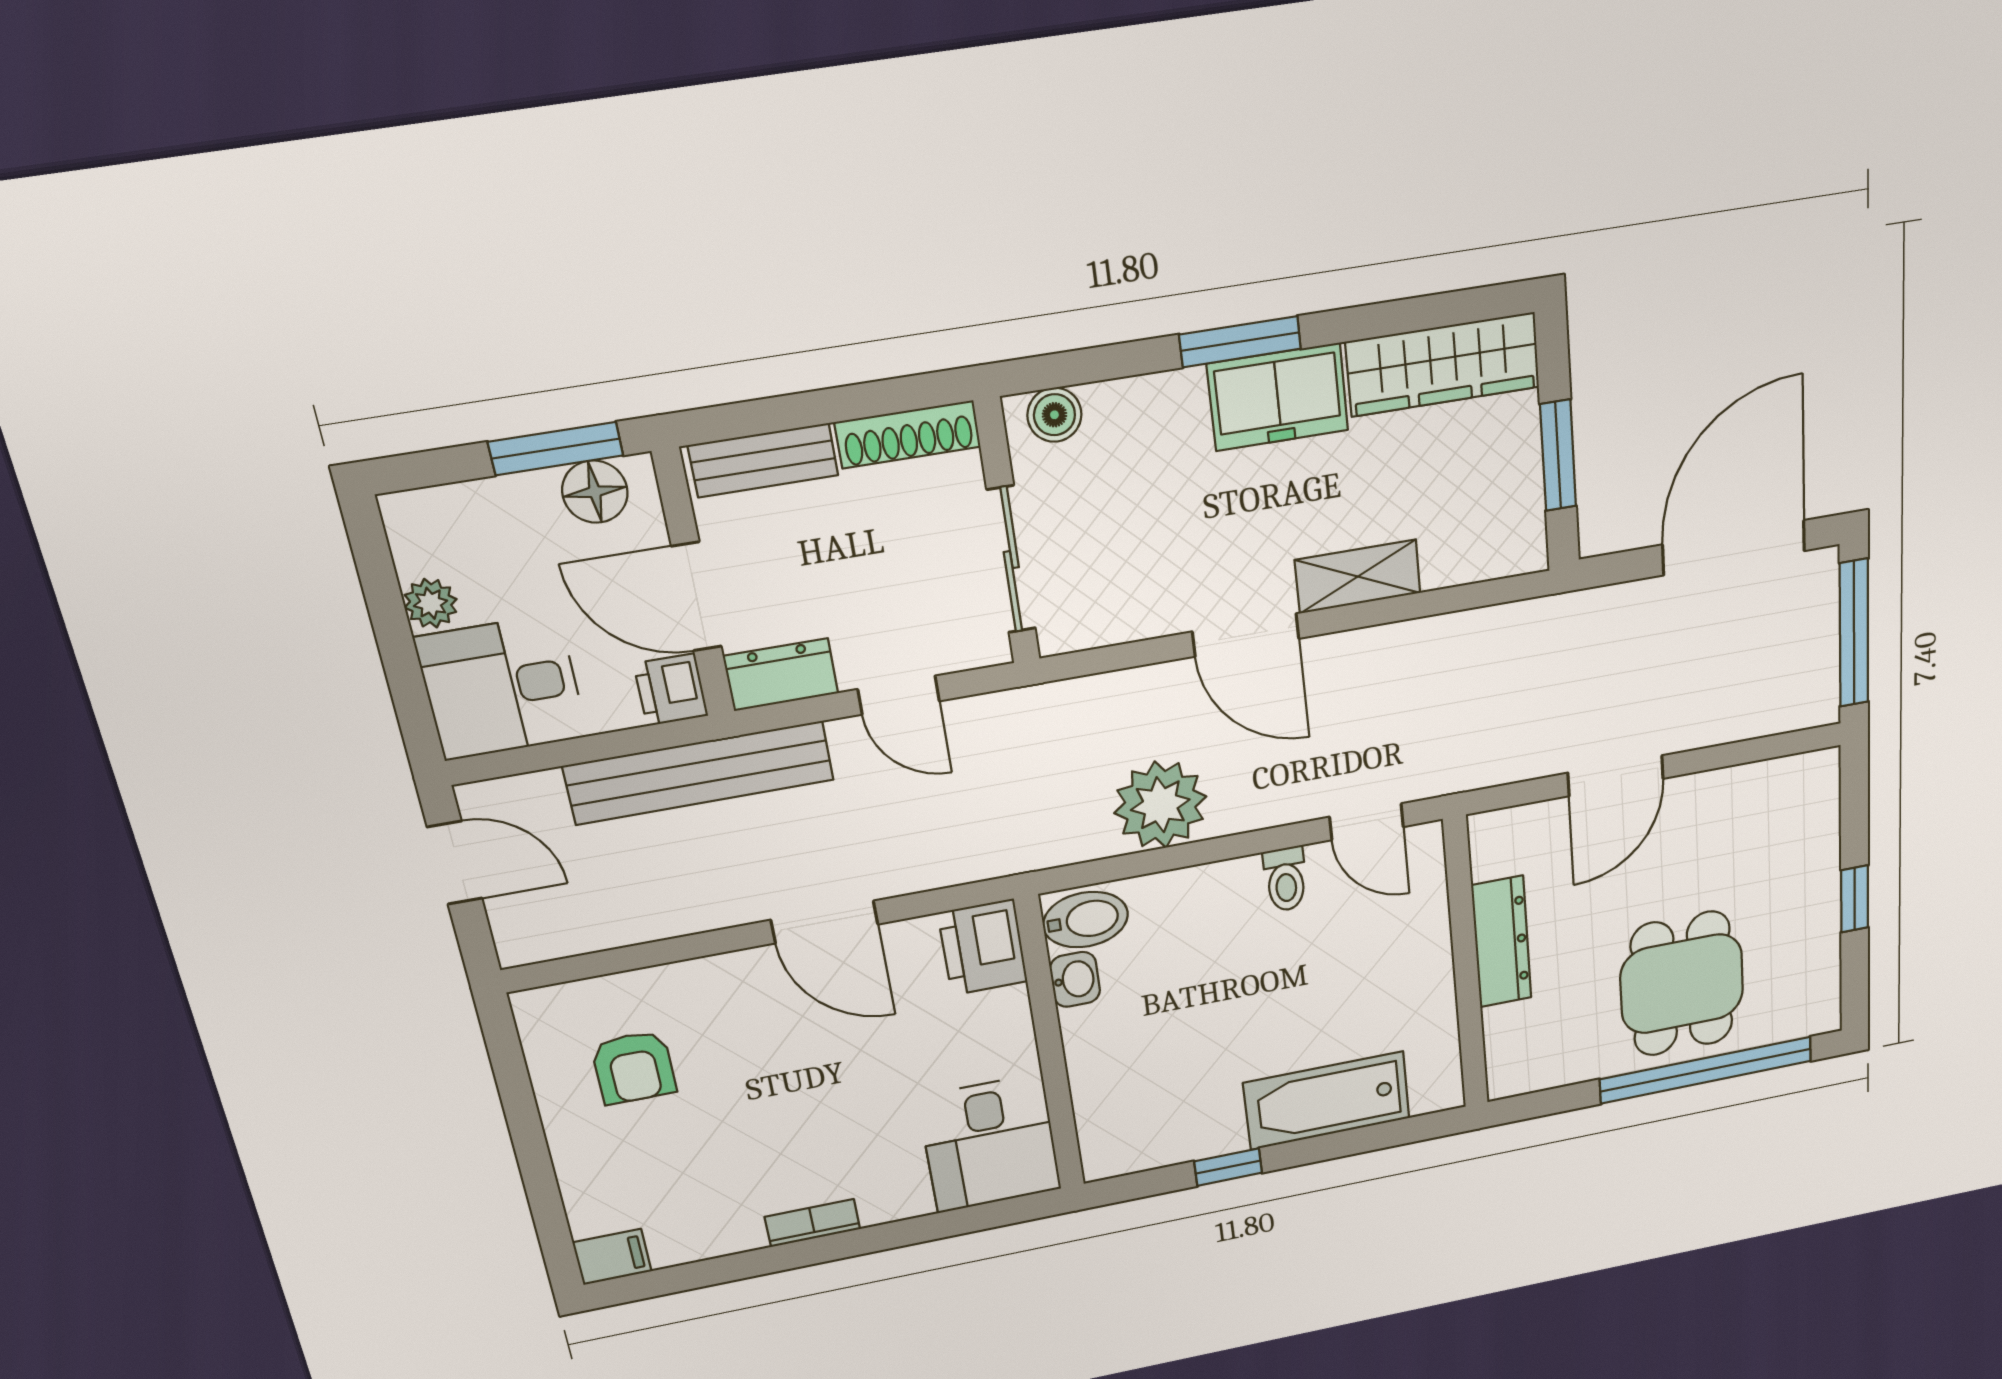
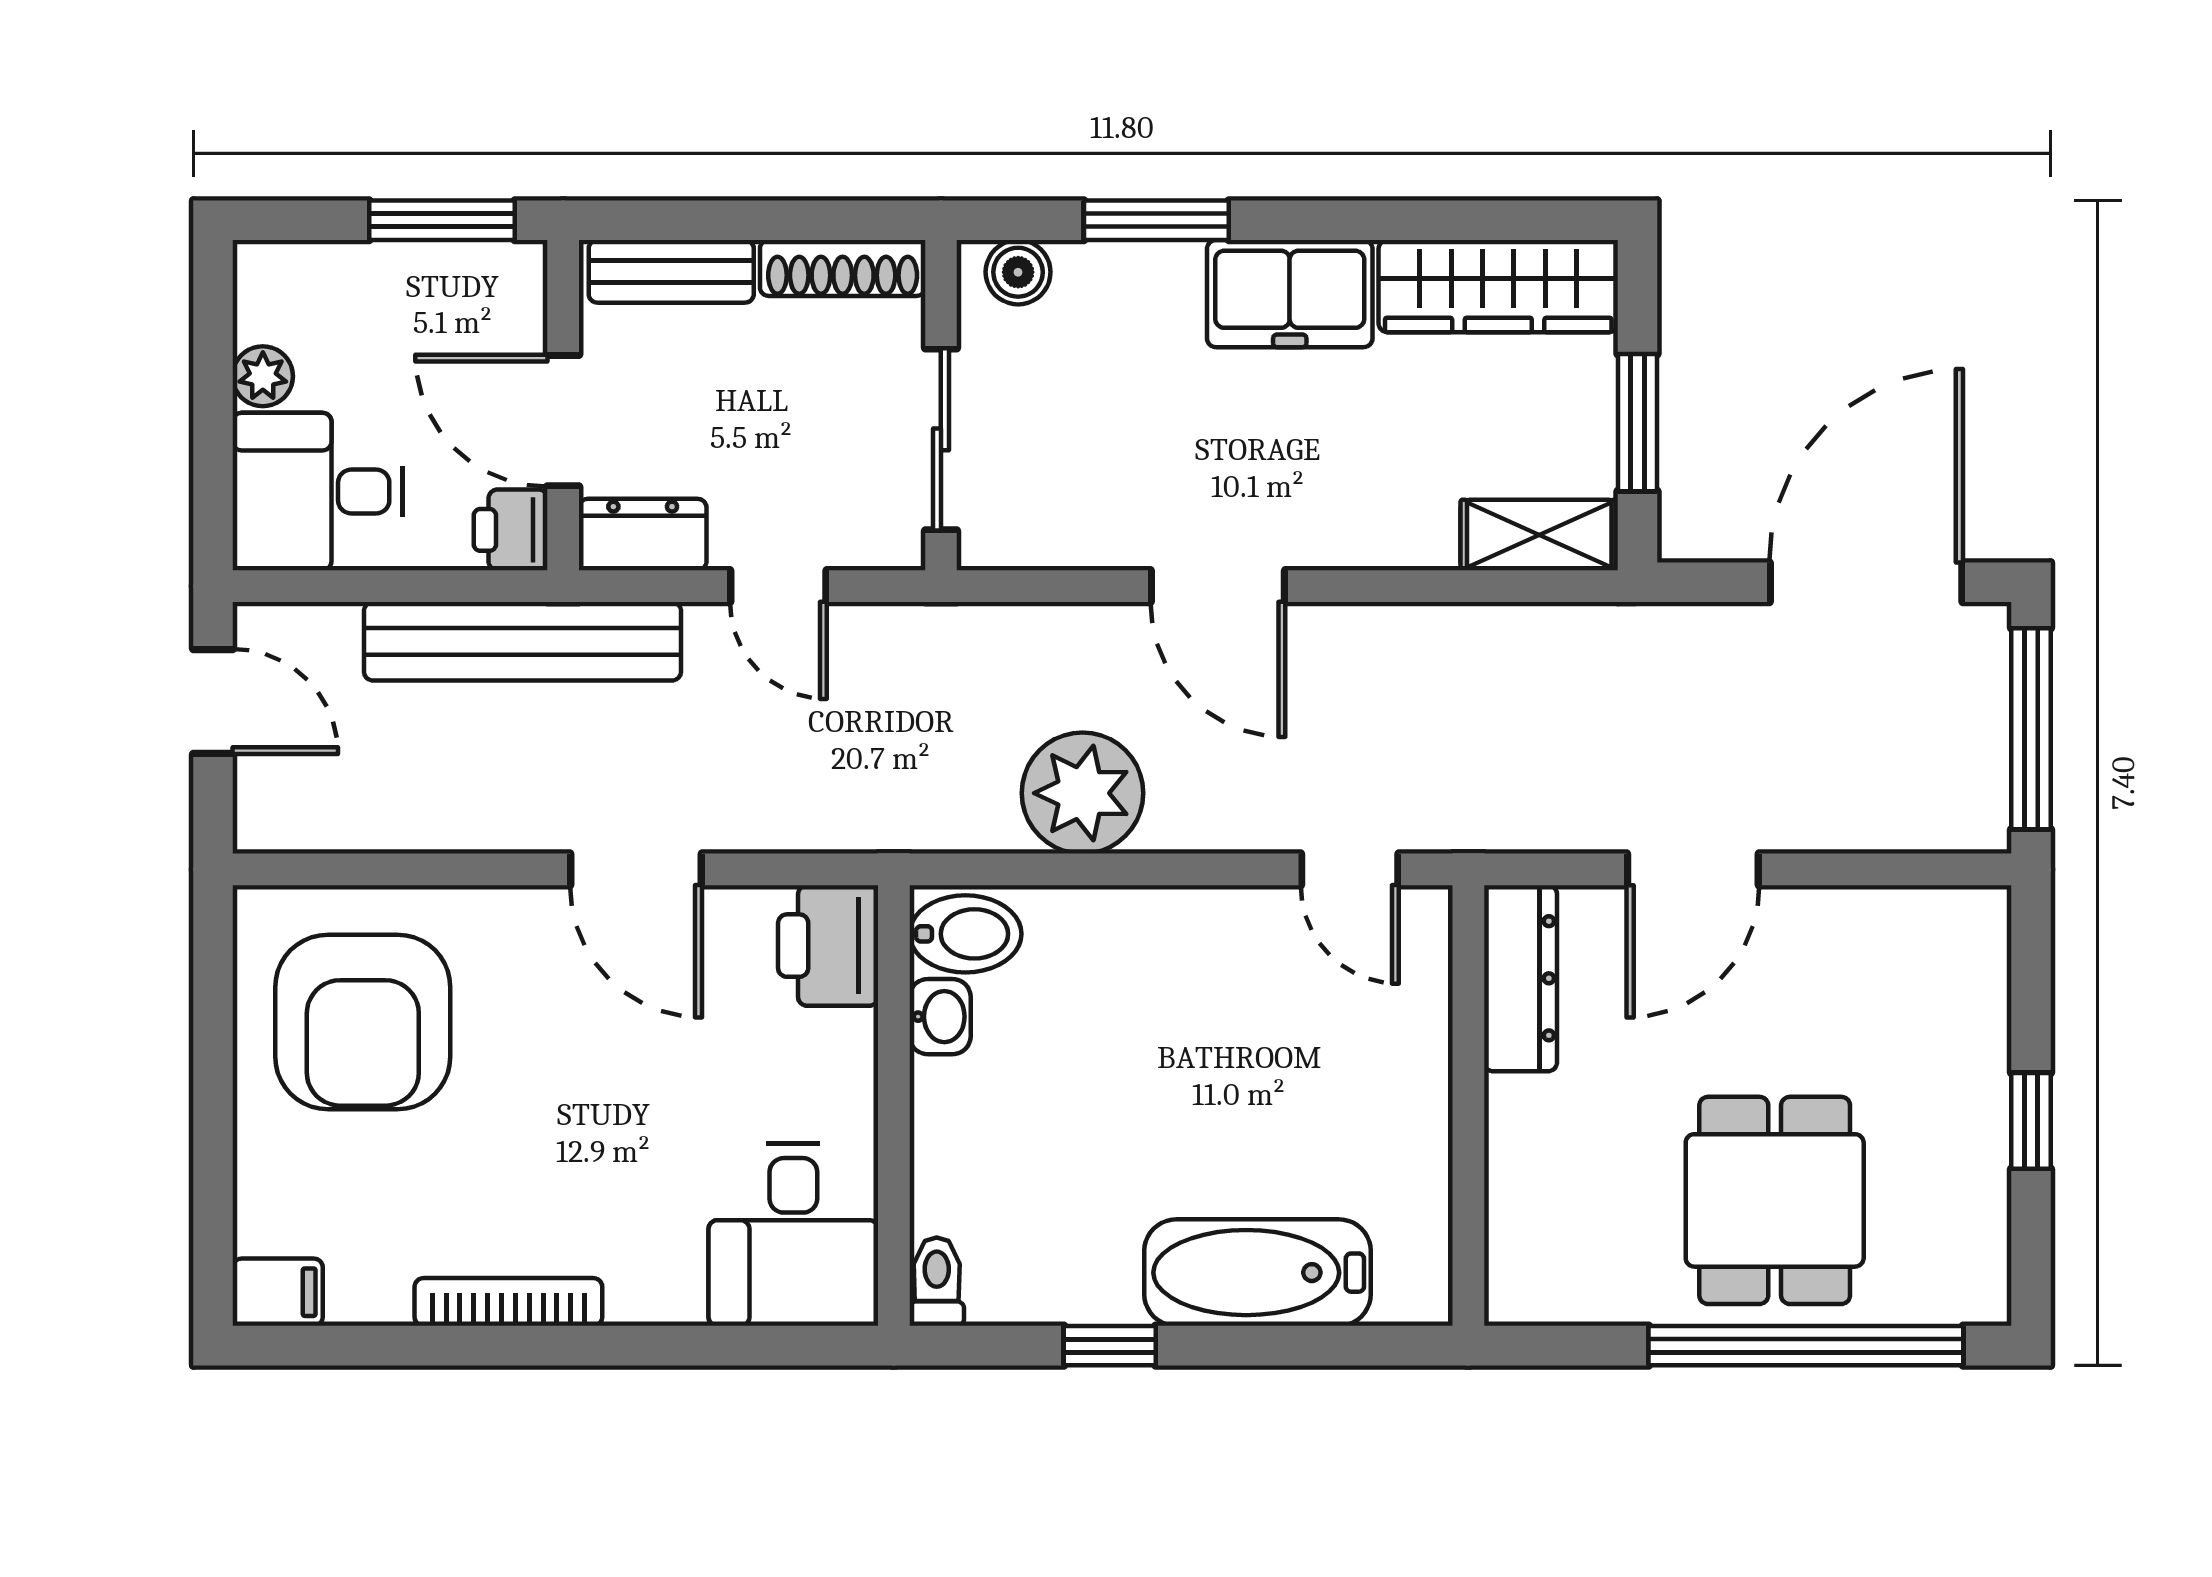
window: (1240, 342) -> (1156, 220), moved
floor lamp: (595, 492) -> (474, 277), removed
shelving: (1358, 577) -> (1539, 535), moved
toilet: (1285, 879) -> (937, 1282), moved, turned 180
dresser: (1501, 942) -> (1520, 978), moved
armchair: (634, 1067) -> (363, 1022), width x1.88, depth x1.88
bookcase: (812, 1223) -> (508, 1302), width x1.56

